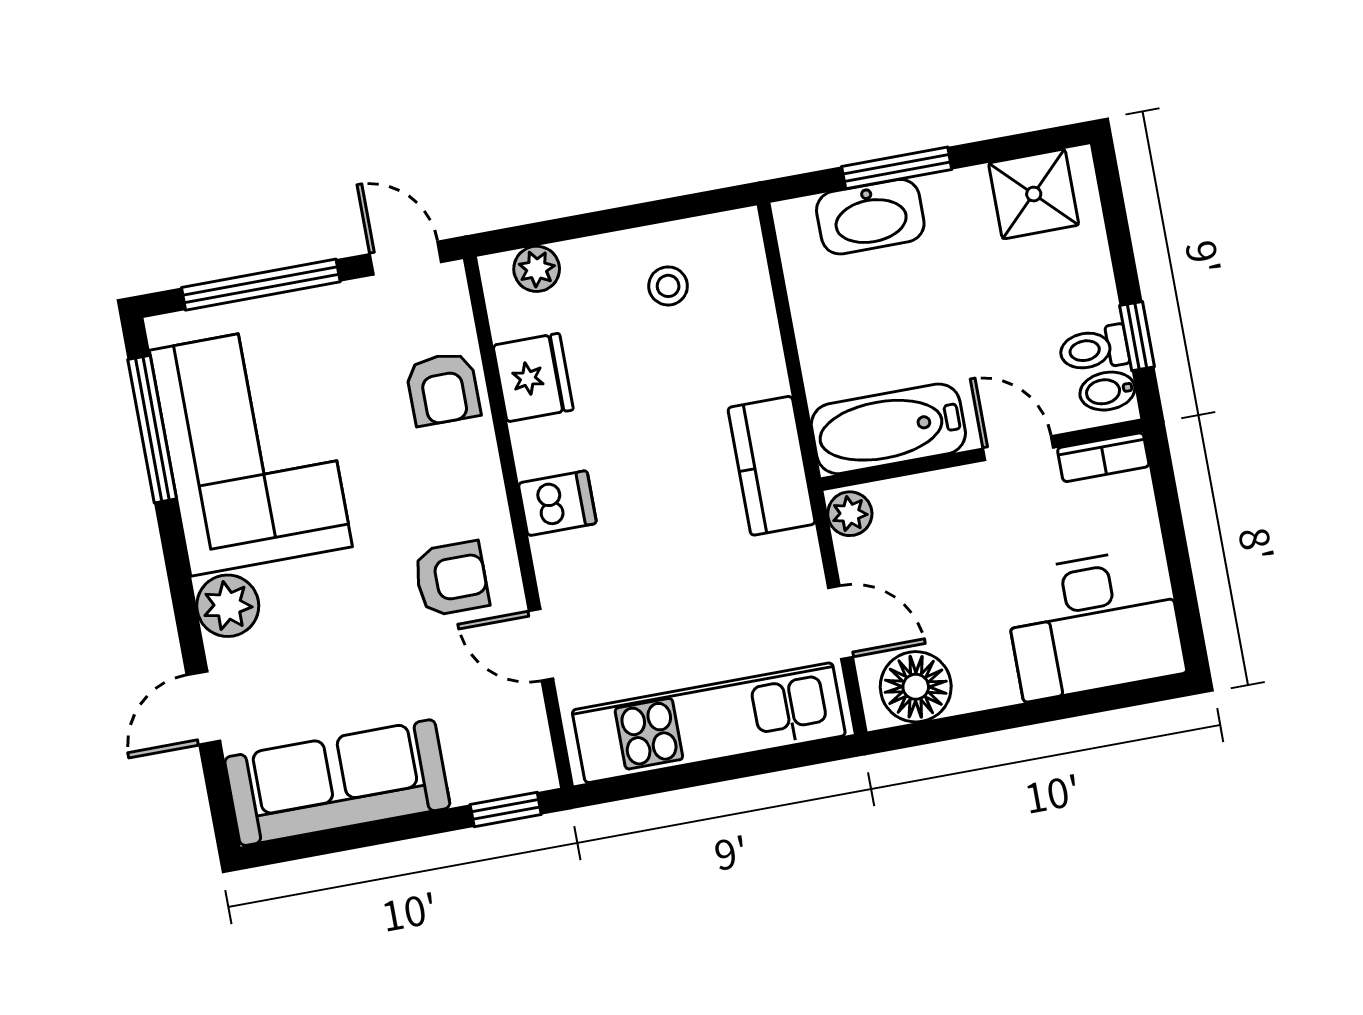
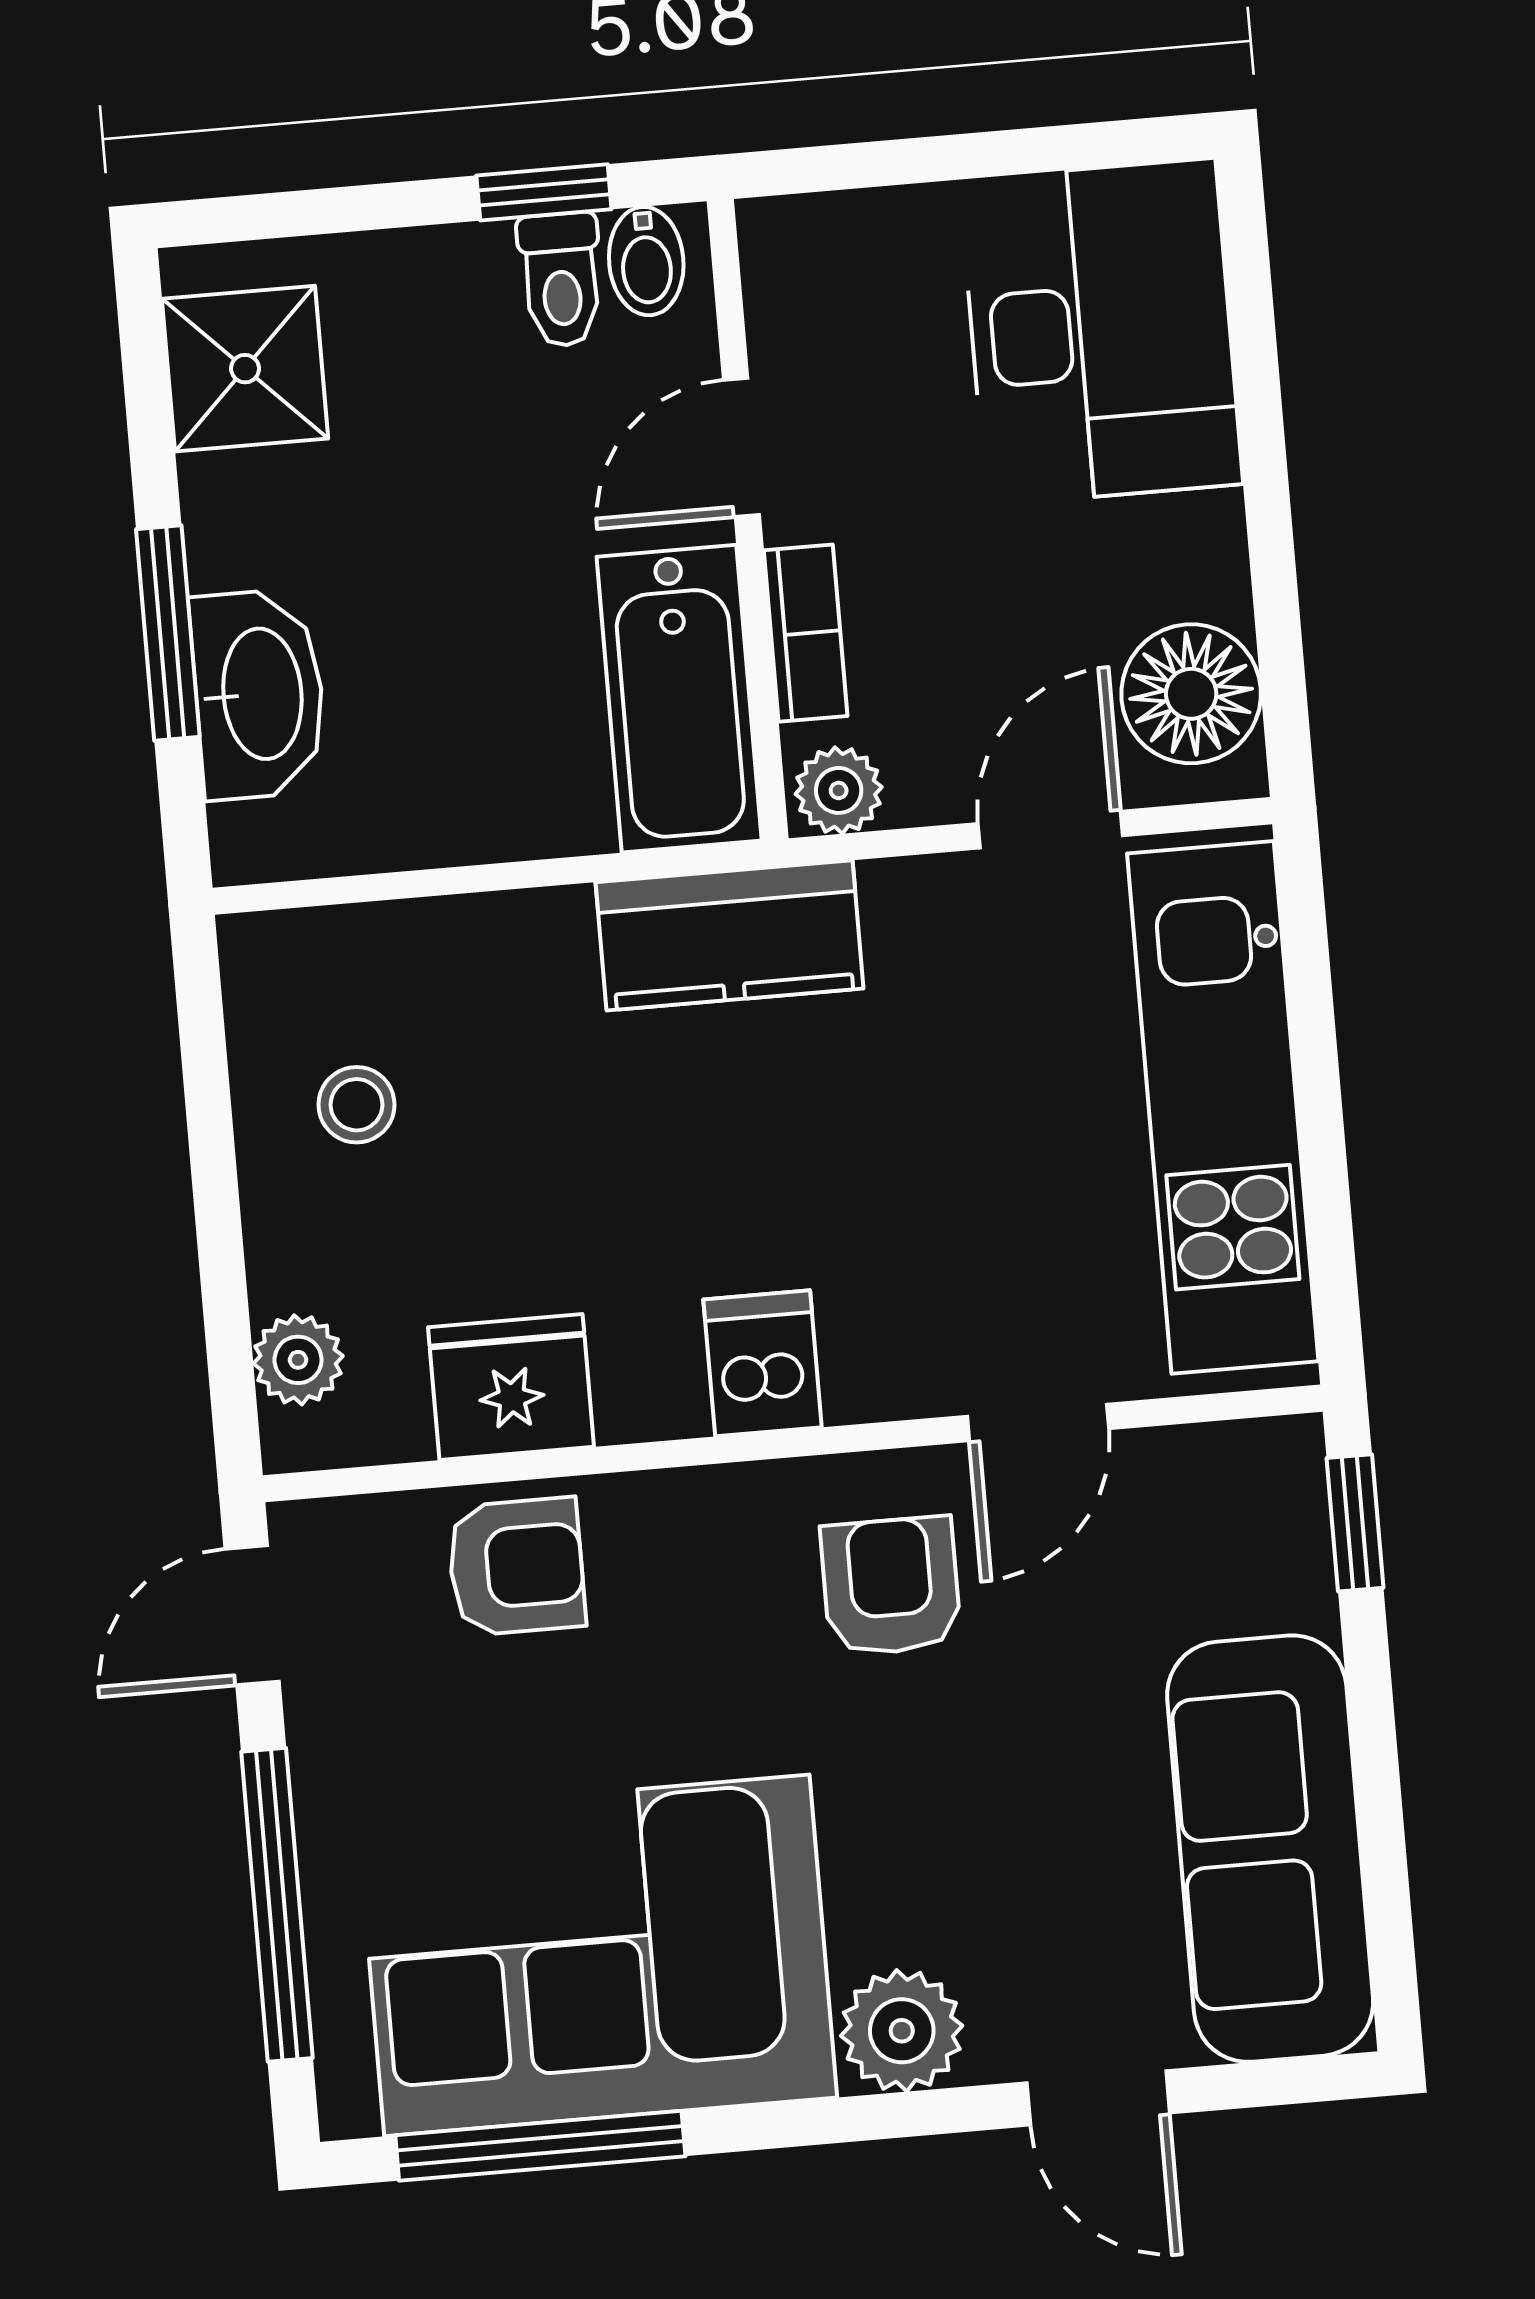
bookcase: (1103, 457) -> (806, 633), moved

